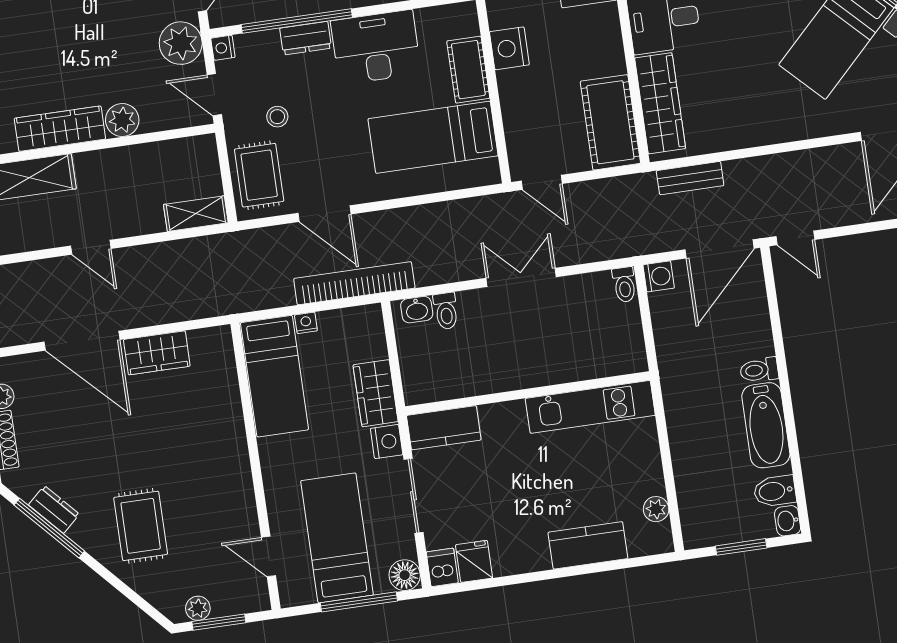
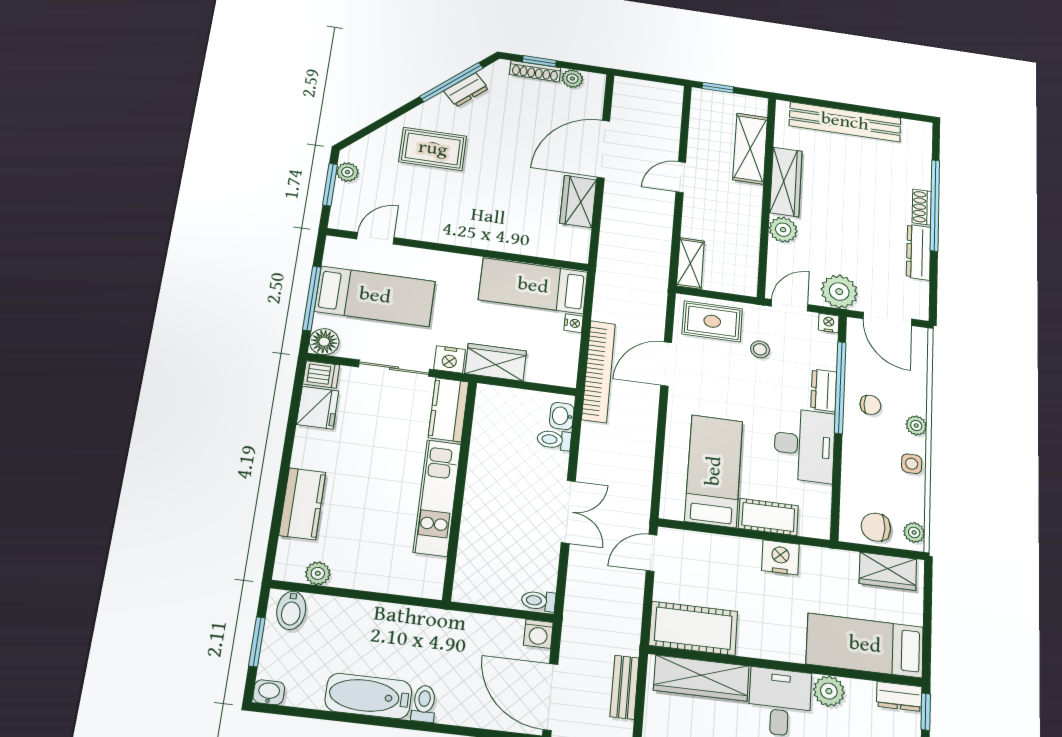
kitchen unit: (590, 407) -> (437, 498), moved
bidet: (775, 491) -> (291, 610), moved, turned 180
fridge: (474, 561) -> (317, 408), width x1.38

